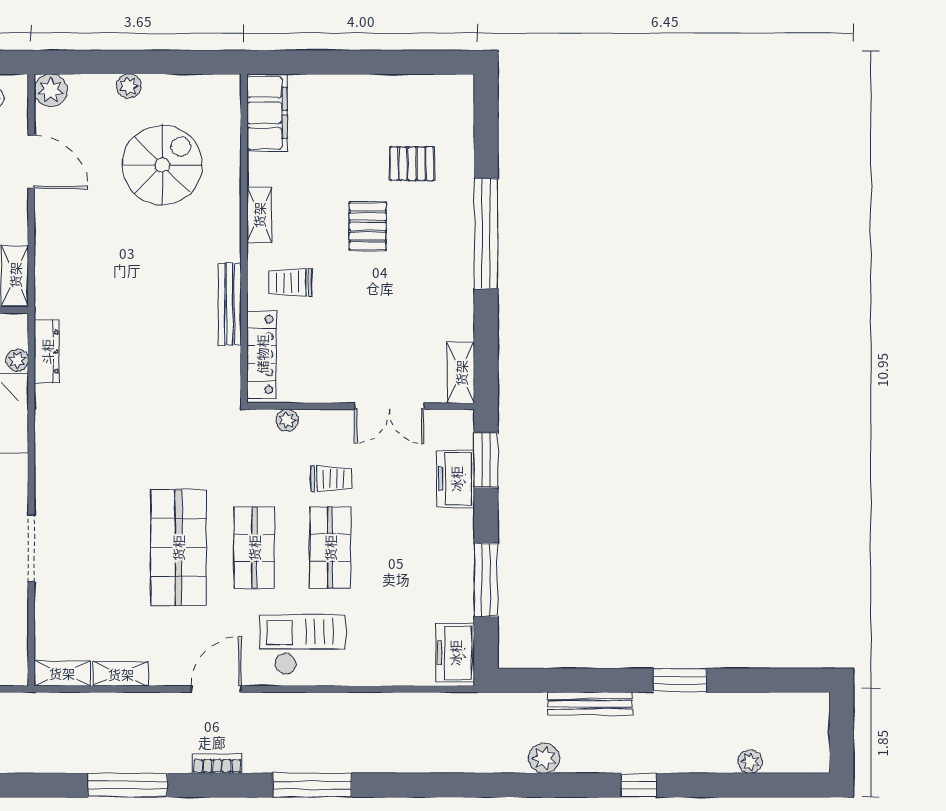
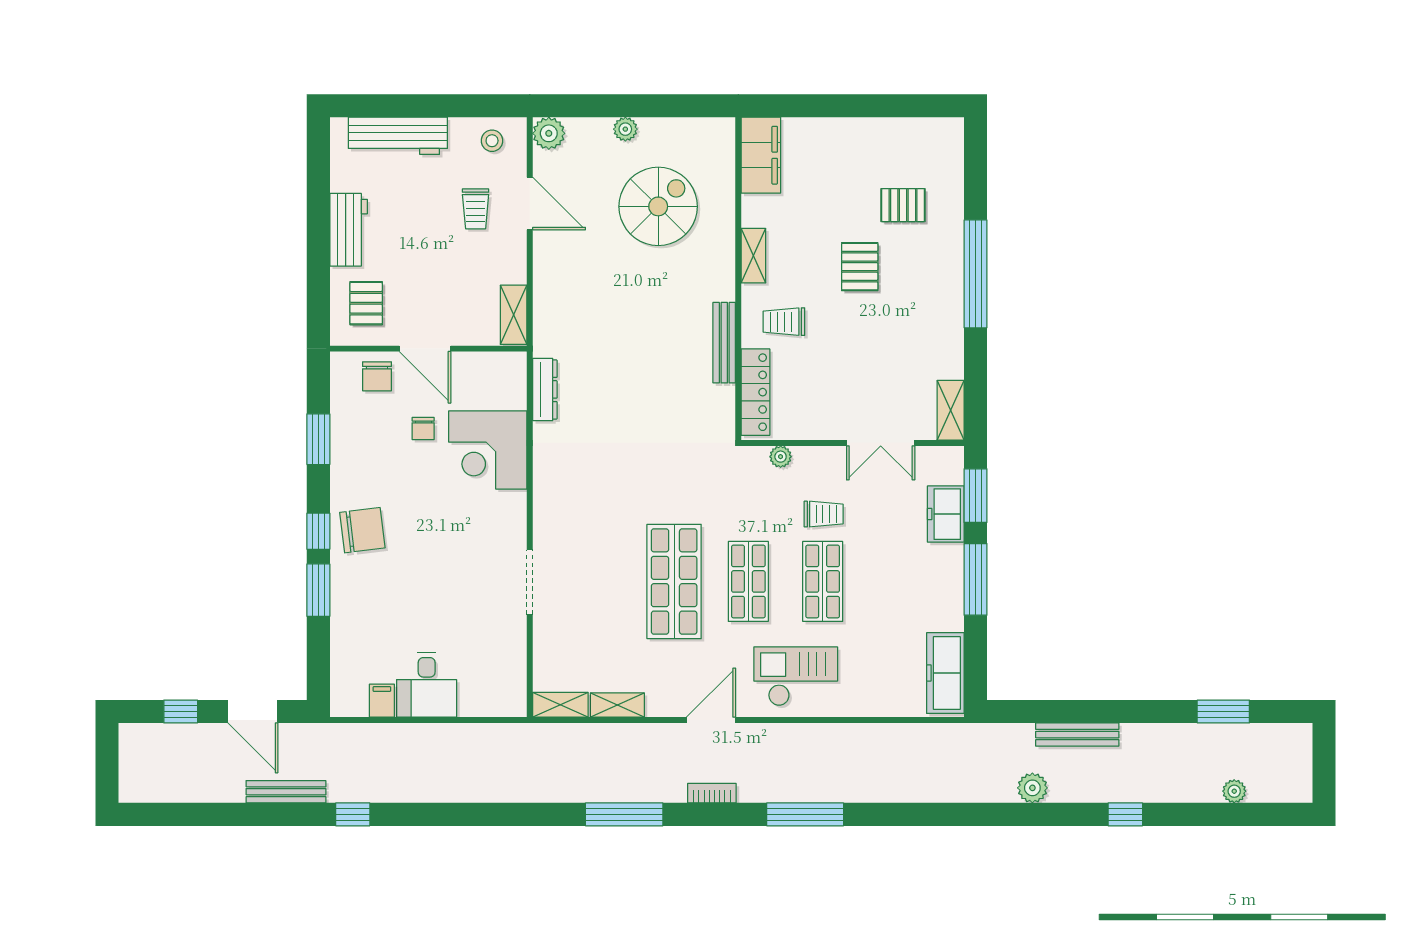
plant: (17, 360) -> (516, 398), removed
window: (486, 580) -> (975, 579), moved
freezer: (455, 653) -> (945, 673), width x1.40
window: (680, 680) -> (1223, 711), moved

